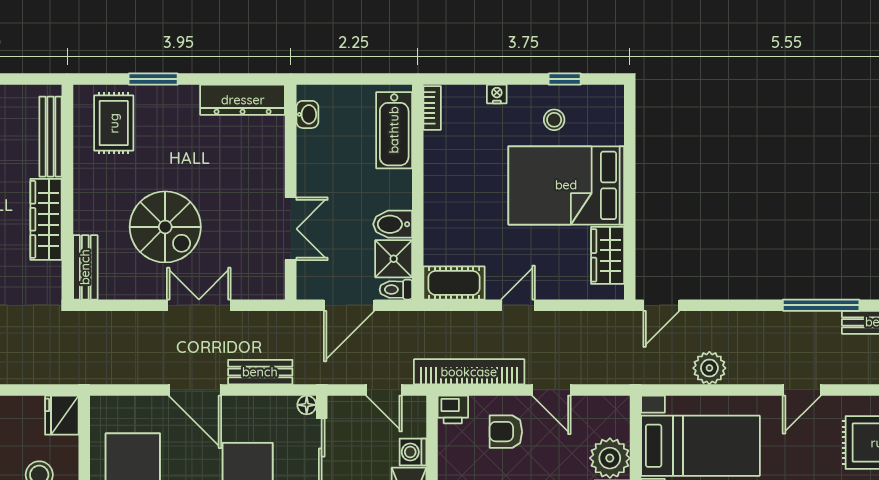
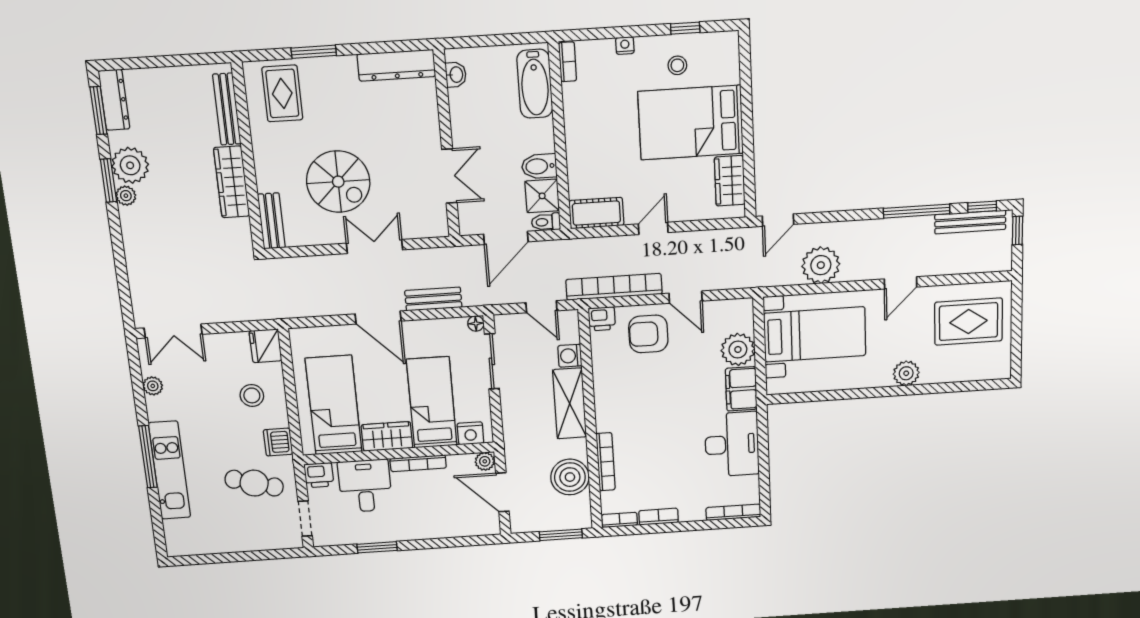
plant: (709, 368) -> (821, 265), width x1.36, depth x1.36
armchair: (506, 432) -> (648, 334), width x1.38, depth x1.38

